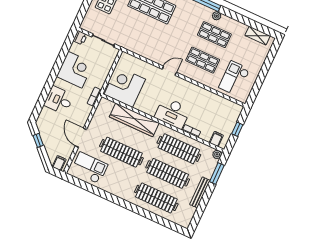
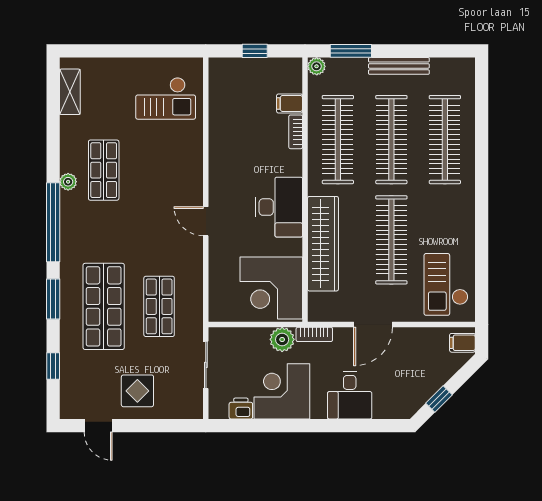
printer: (80, 38) -> (241, 409), moved
shop shelf: (203, 60) -> (159, 306), moved
plant: (99, 81) -> (282, 339), added
desk: (173, 113) -> (279, 207), moved
door: (81, 138) -> (373, 325), moved
filing cabinet: (216, 139) -> (290, 103), moved

